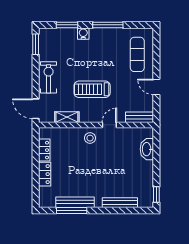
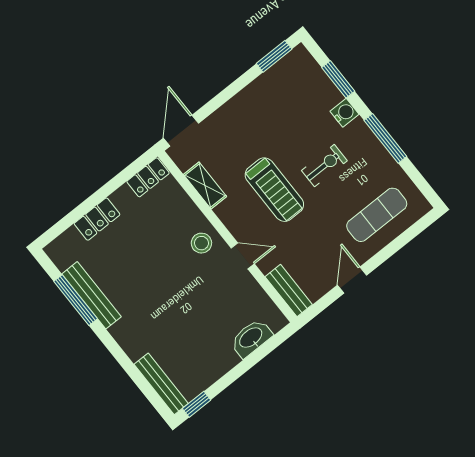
exercise bike: (49, 77) -> (324, 166), moved, width x0.73, depth x0.72
treadmill: (92, 89) -> (274, 190), turned 180
locker: (44, 150) -> (148, 177), moved
bench: (120, 203) -> (161, 384), moved

